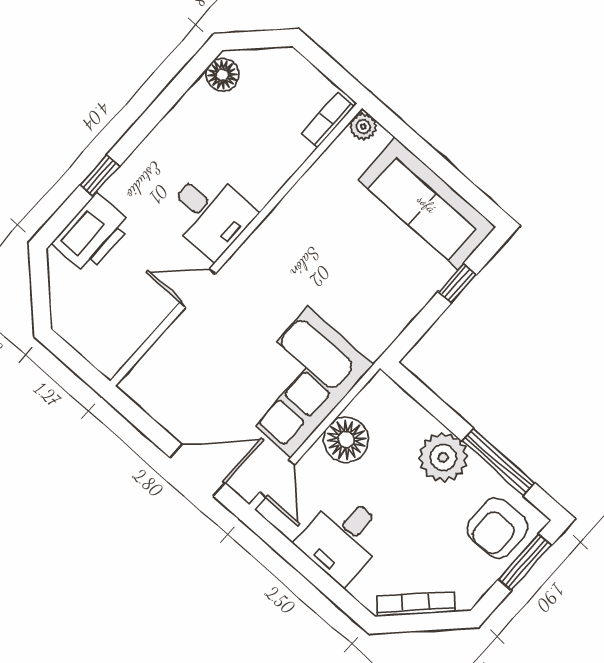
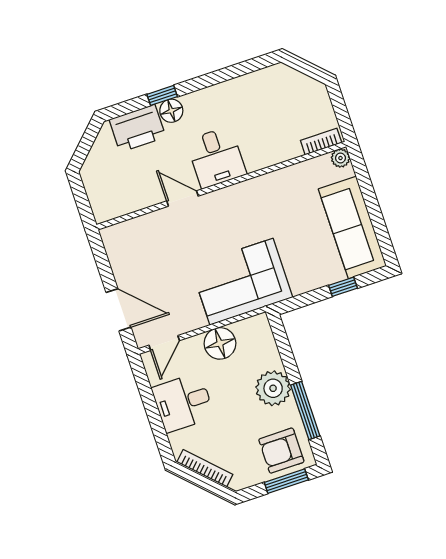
floor lamp: (222, 75) -> (171, 111), moved
corner sofa: (299, 382) -> (242, 282), moved

